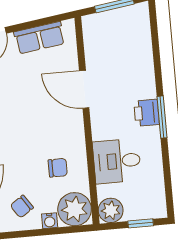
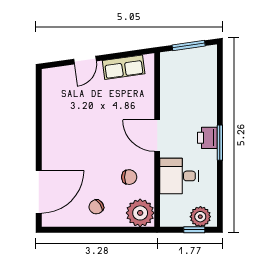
door: (84, 89) -> (157, 136), moved
plant: (111, 210) -> (200, 217), moved
water cooler: (50, 221) -> (118, 221), removed

